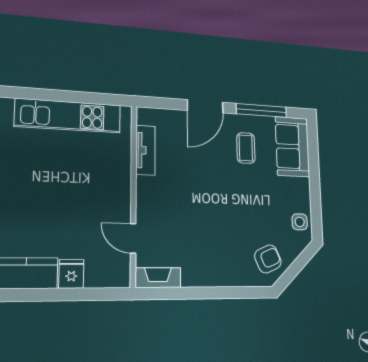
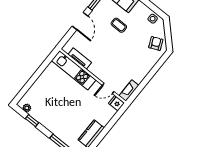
kitchen unit: (68, 116) -> (74, 70), moved, turned 90
coffee table: (246, 148) -> (119, 25), moved
fridge: (71, 274) -> (116, 103), moved

